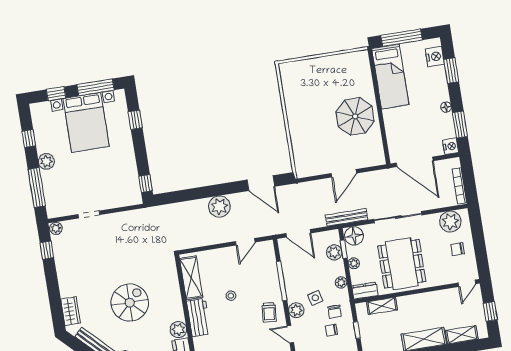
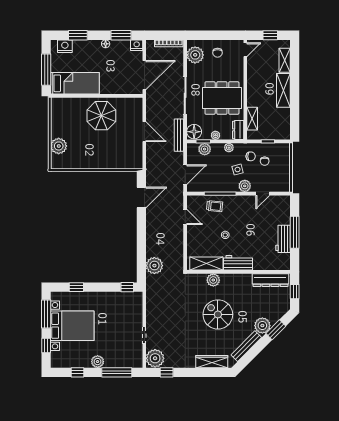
plant: (309, 69) -> (59, 146), added
plant: (219, 207) -> (154, 266), moved
plant: (56, 228) -> (155, 358), width x1.88, depth x1.88
door: (467, 283) -> (245, 50), hinge flipped
wardrobe: (71, 311) -> (212, 362), width x1.50
trolley: (269, 312) -> (215, 206), moved
plant: (178, 330) -> (213, 280), moved

